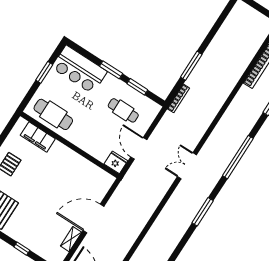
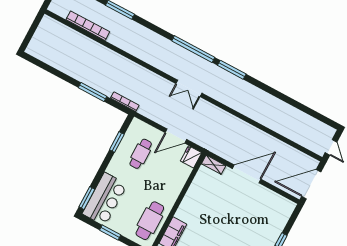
window: (111, 70) -> (87, 198), moved
window: (238, 157) -> (193, 49), moved
door: (94, 218) -> (247, 174), swing flipped
shelving: (71, 239) -> (214, 165), moved

